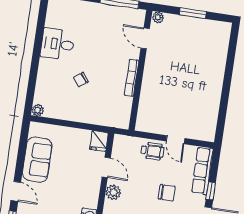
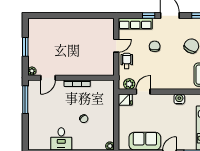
plant: (113, 192) -> (129, 84), moved

